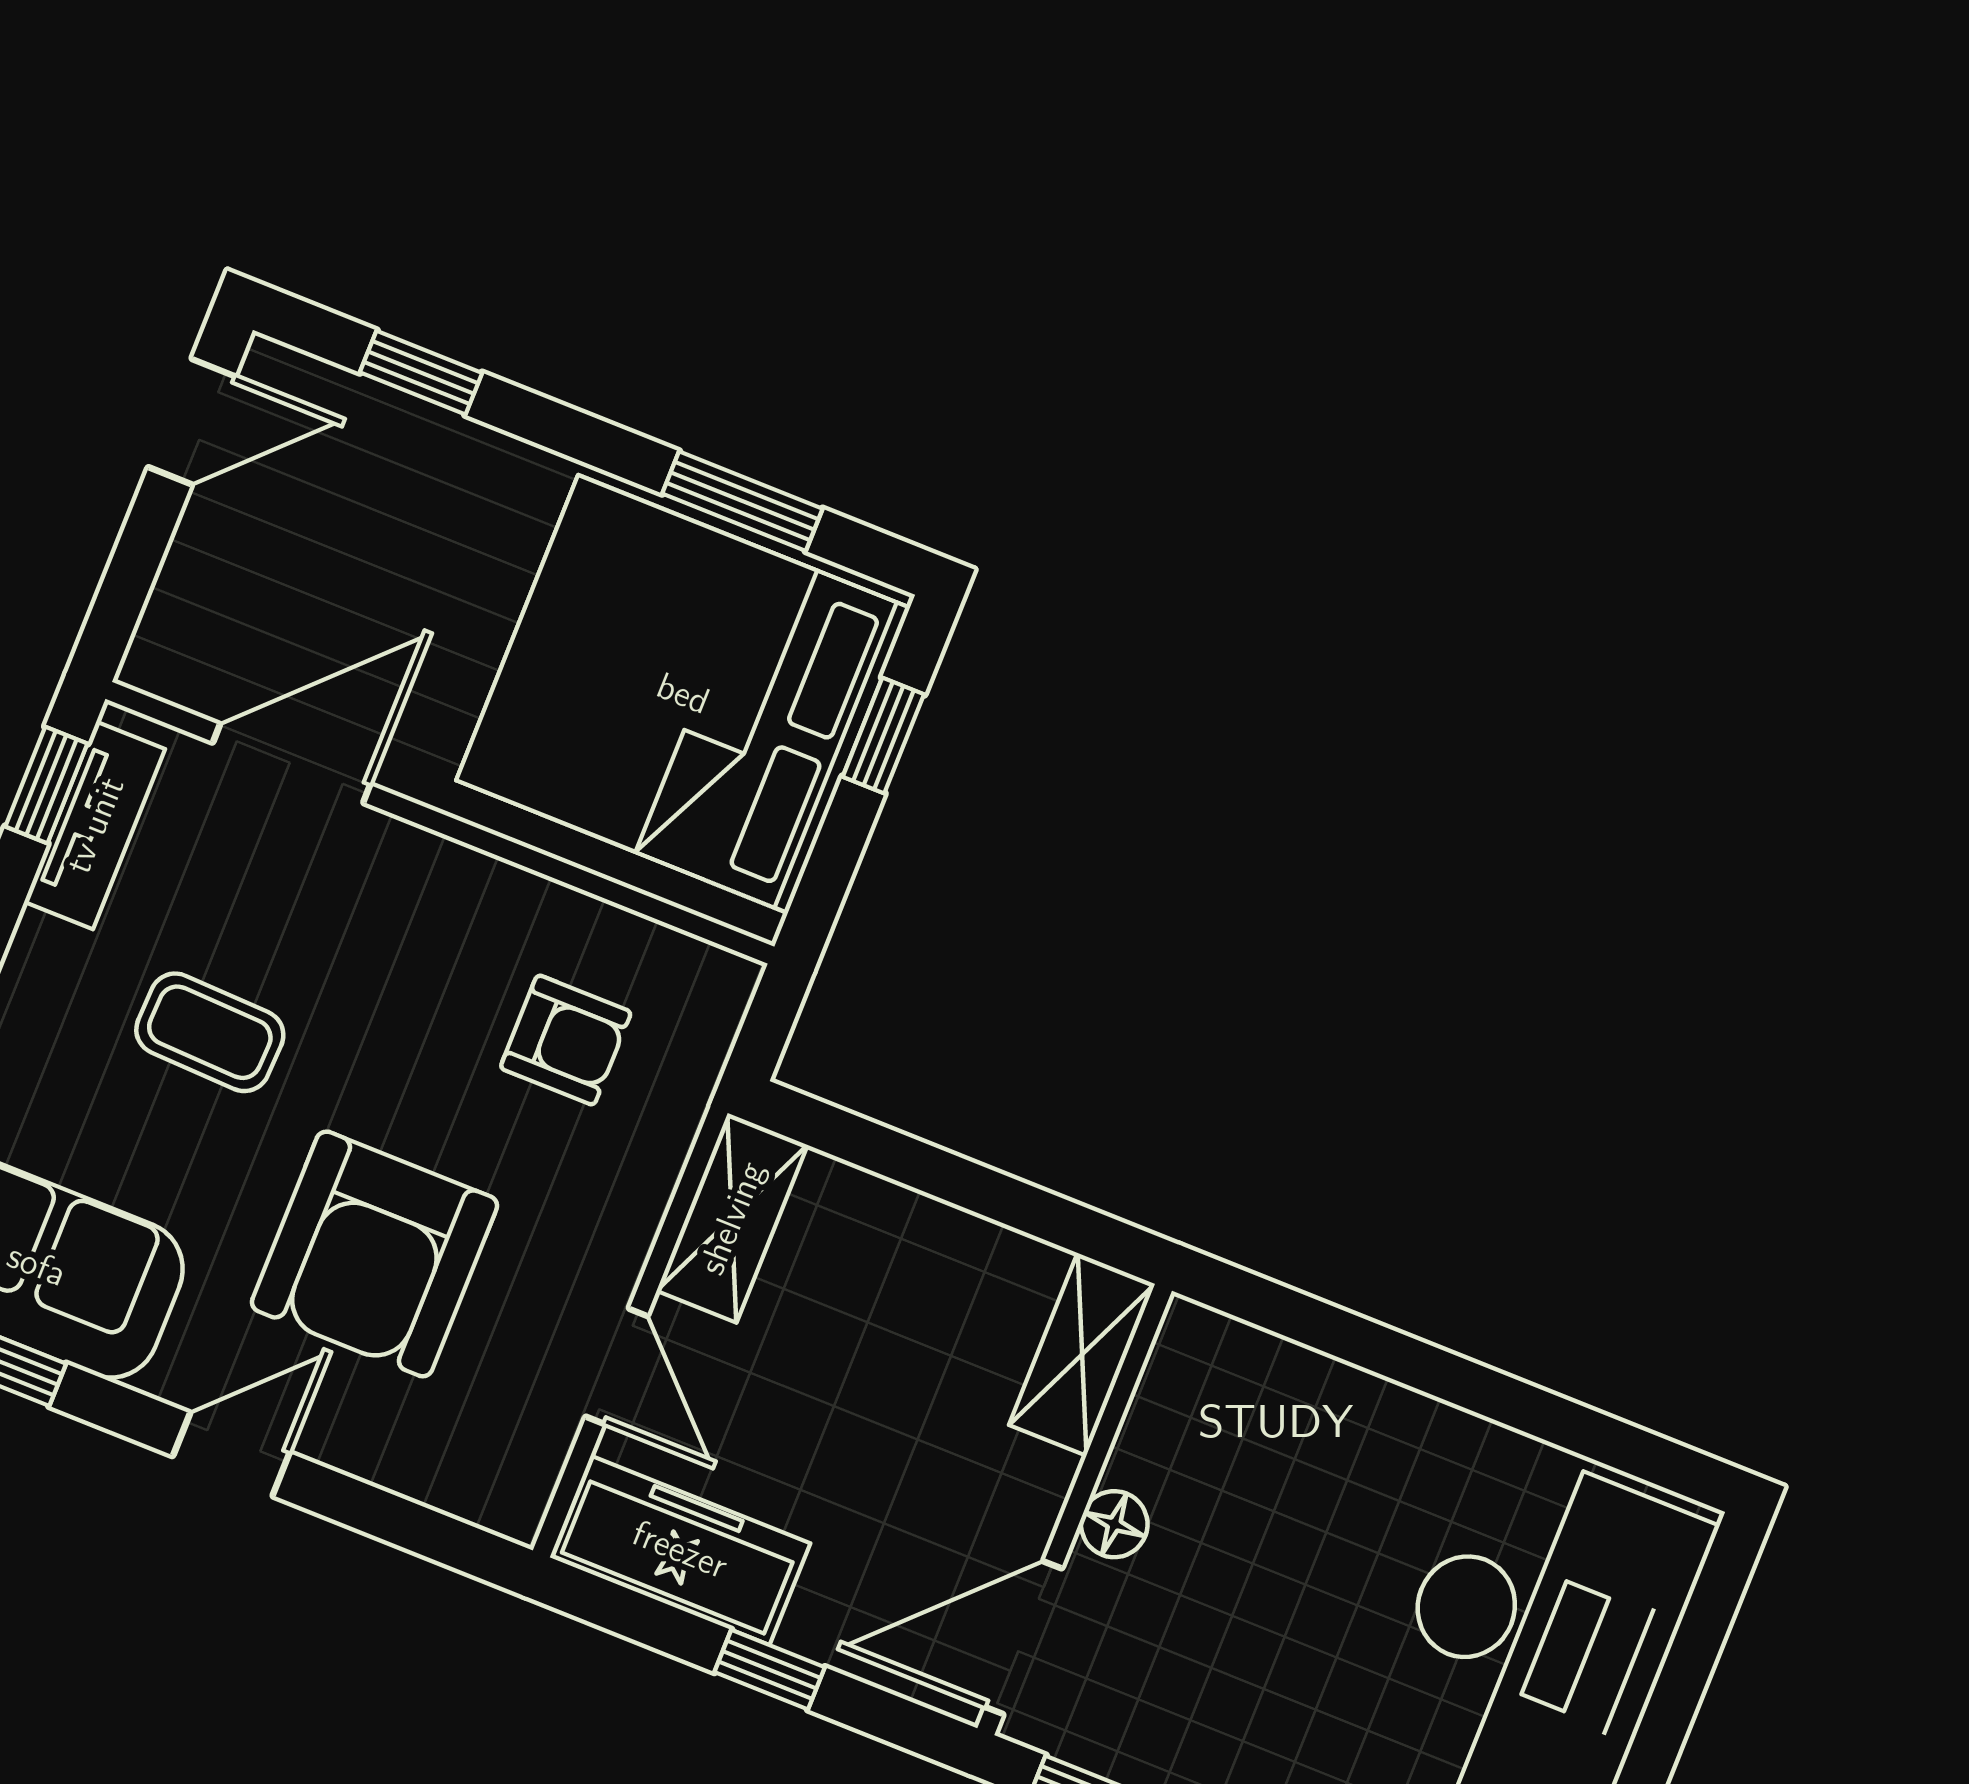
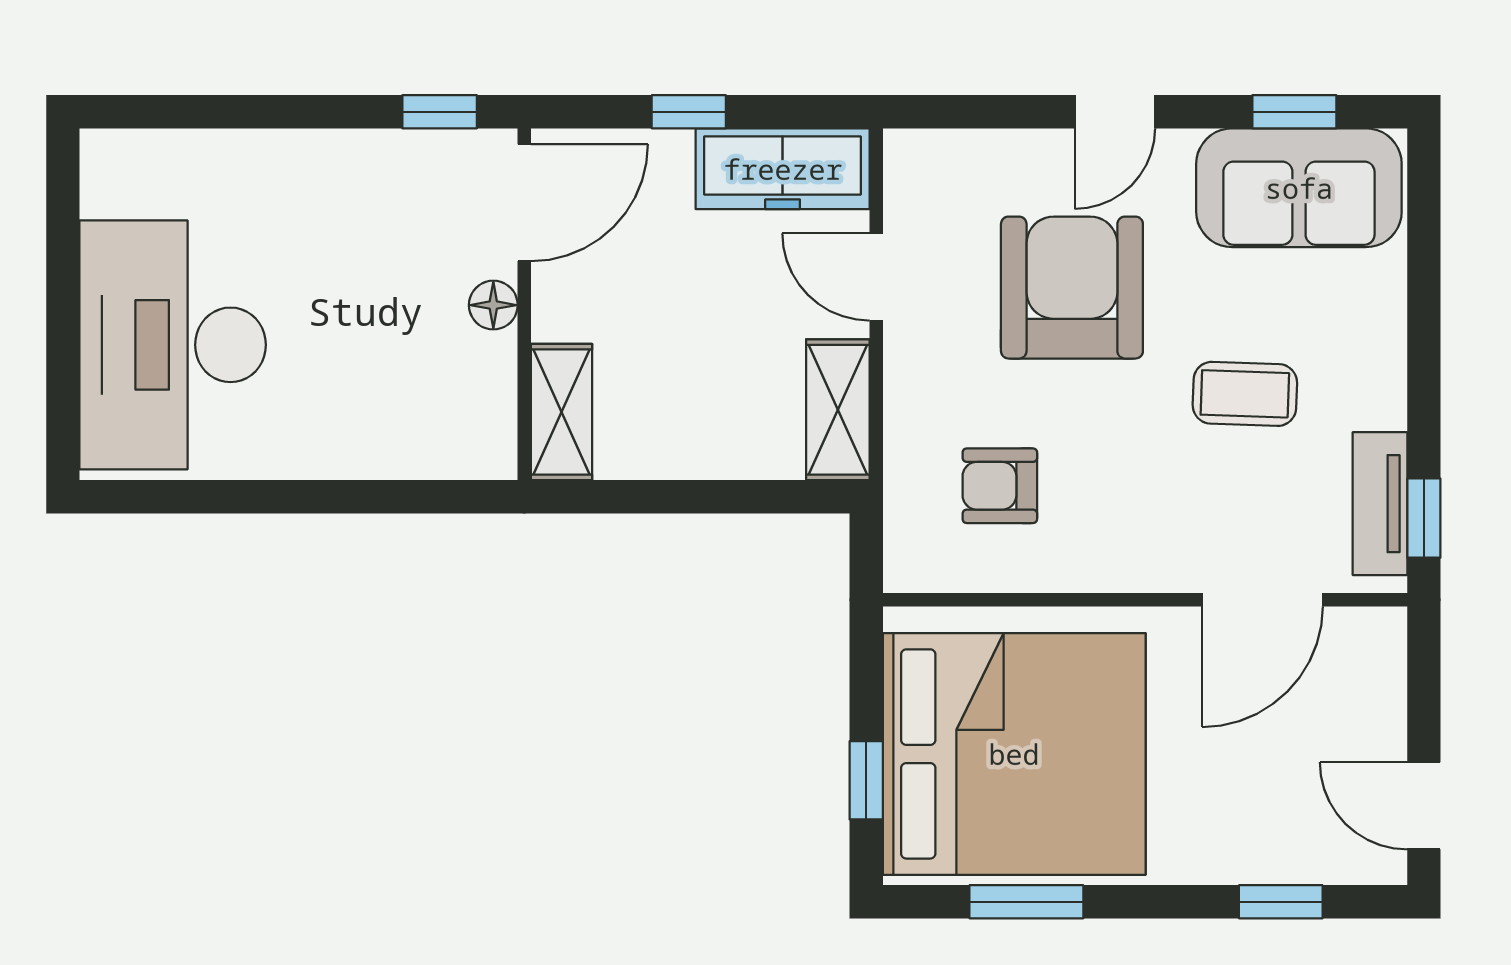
door: (192, 422) -> (1424, 806), hinge flipped

